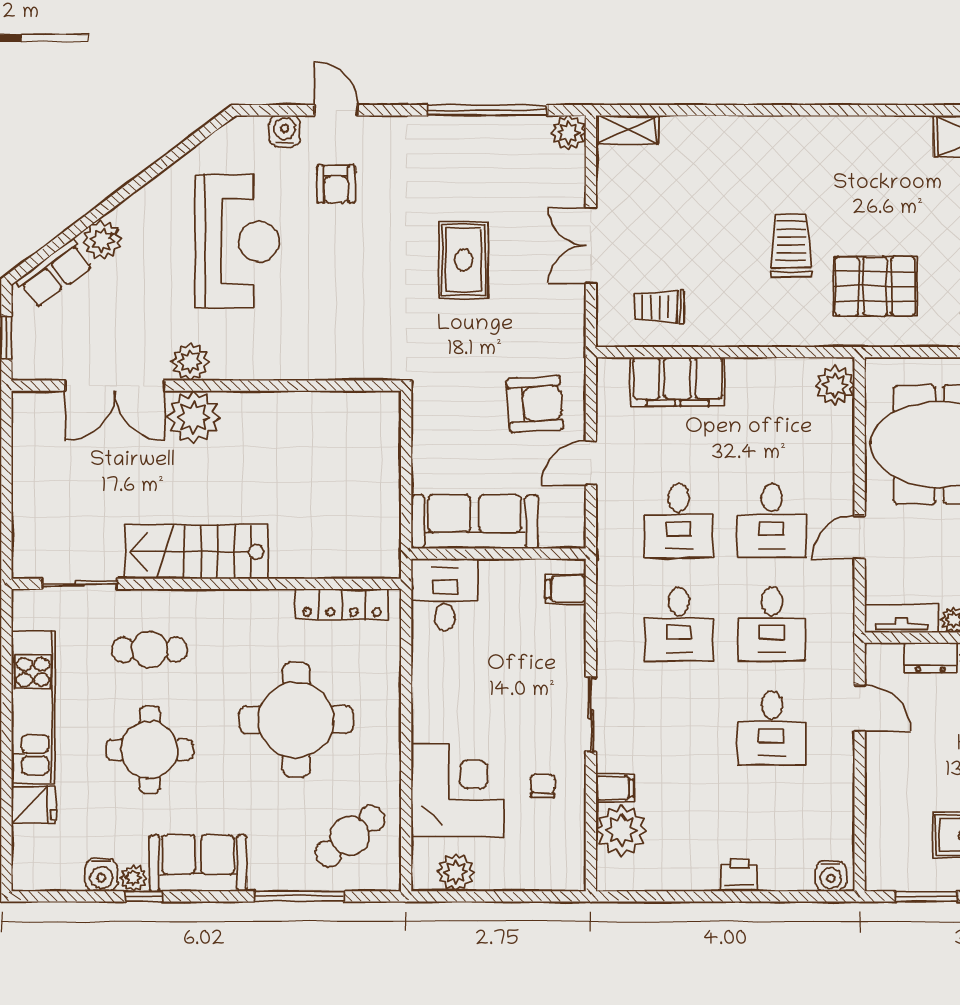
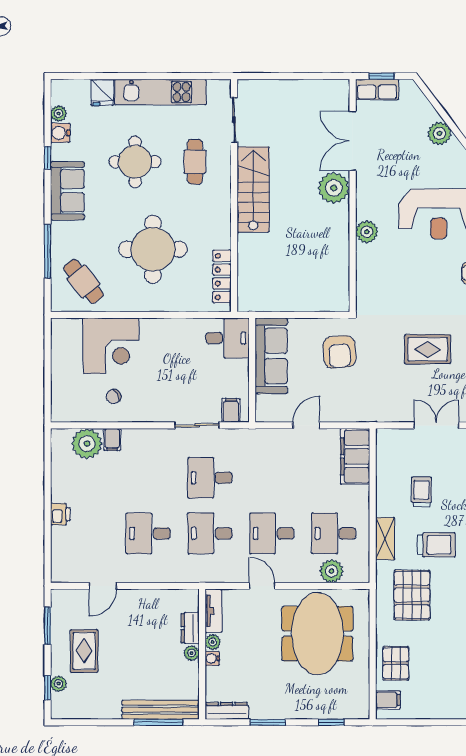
row of seats: (54, 273) -> (377, 89), moved, turned -53
trolley: (659, 307) -> (421, 492), moved
shelving: (781, 331) -> (385, 539), added
plant: (190, 362) -> (367, 232), moved
filing cabinet: (678, 382) -> (355, 456), moved
plant: (835, 385) -> (332, 571), moved
armchair: (535, 404) -> (339, 352), moved
door: (591, 463) -> (306, 425), hinge flipped
desk: (679, 521) -> (334, 533), moved
door: (860, 708) -> (103, 586), moved
sliding door: (591, 715) -> (197, 425), moved
chair: (543, 786) -> (113, 396), turned 147
plant: (456, 872) -> (62, 345), removed
water cooler: (831, 876) -> (60, 569), removed
plant: (133, 878) -> (58, 114), moved

